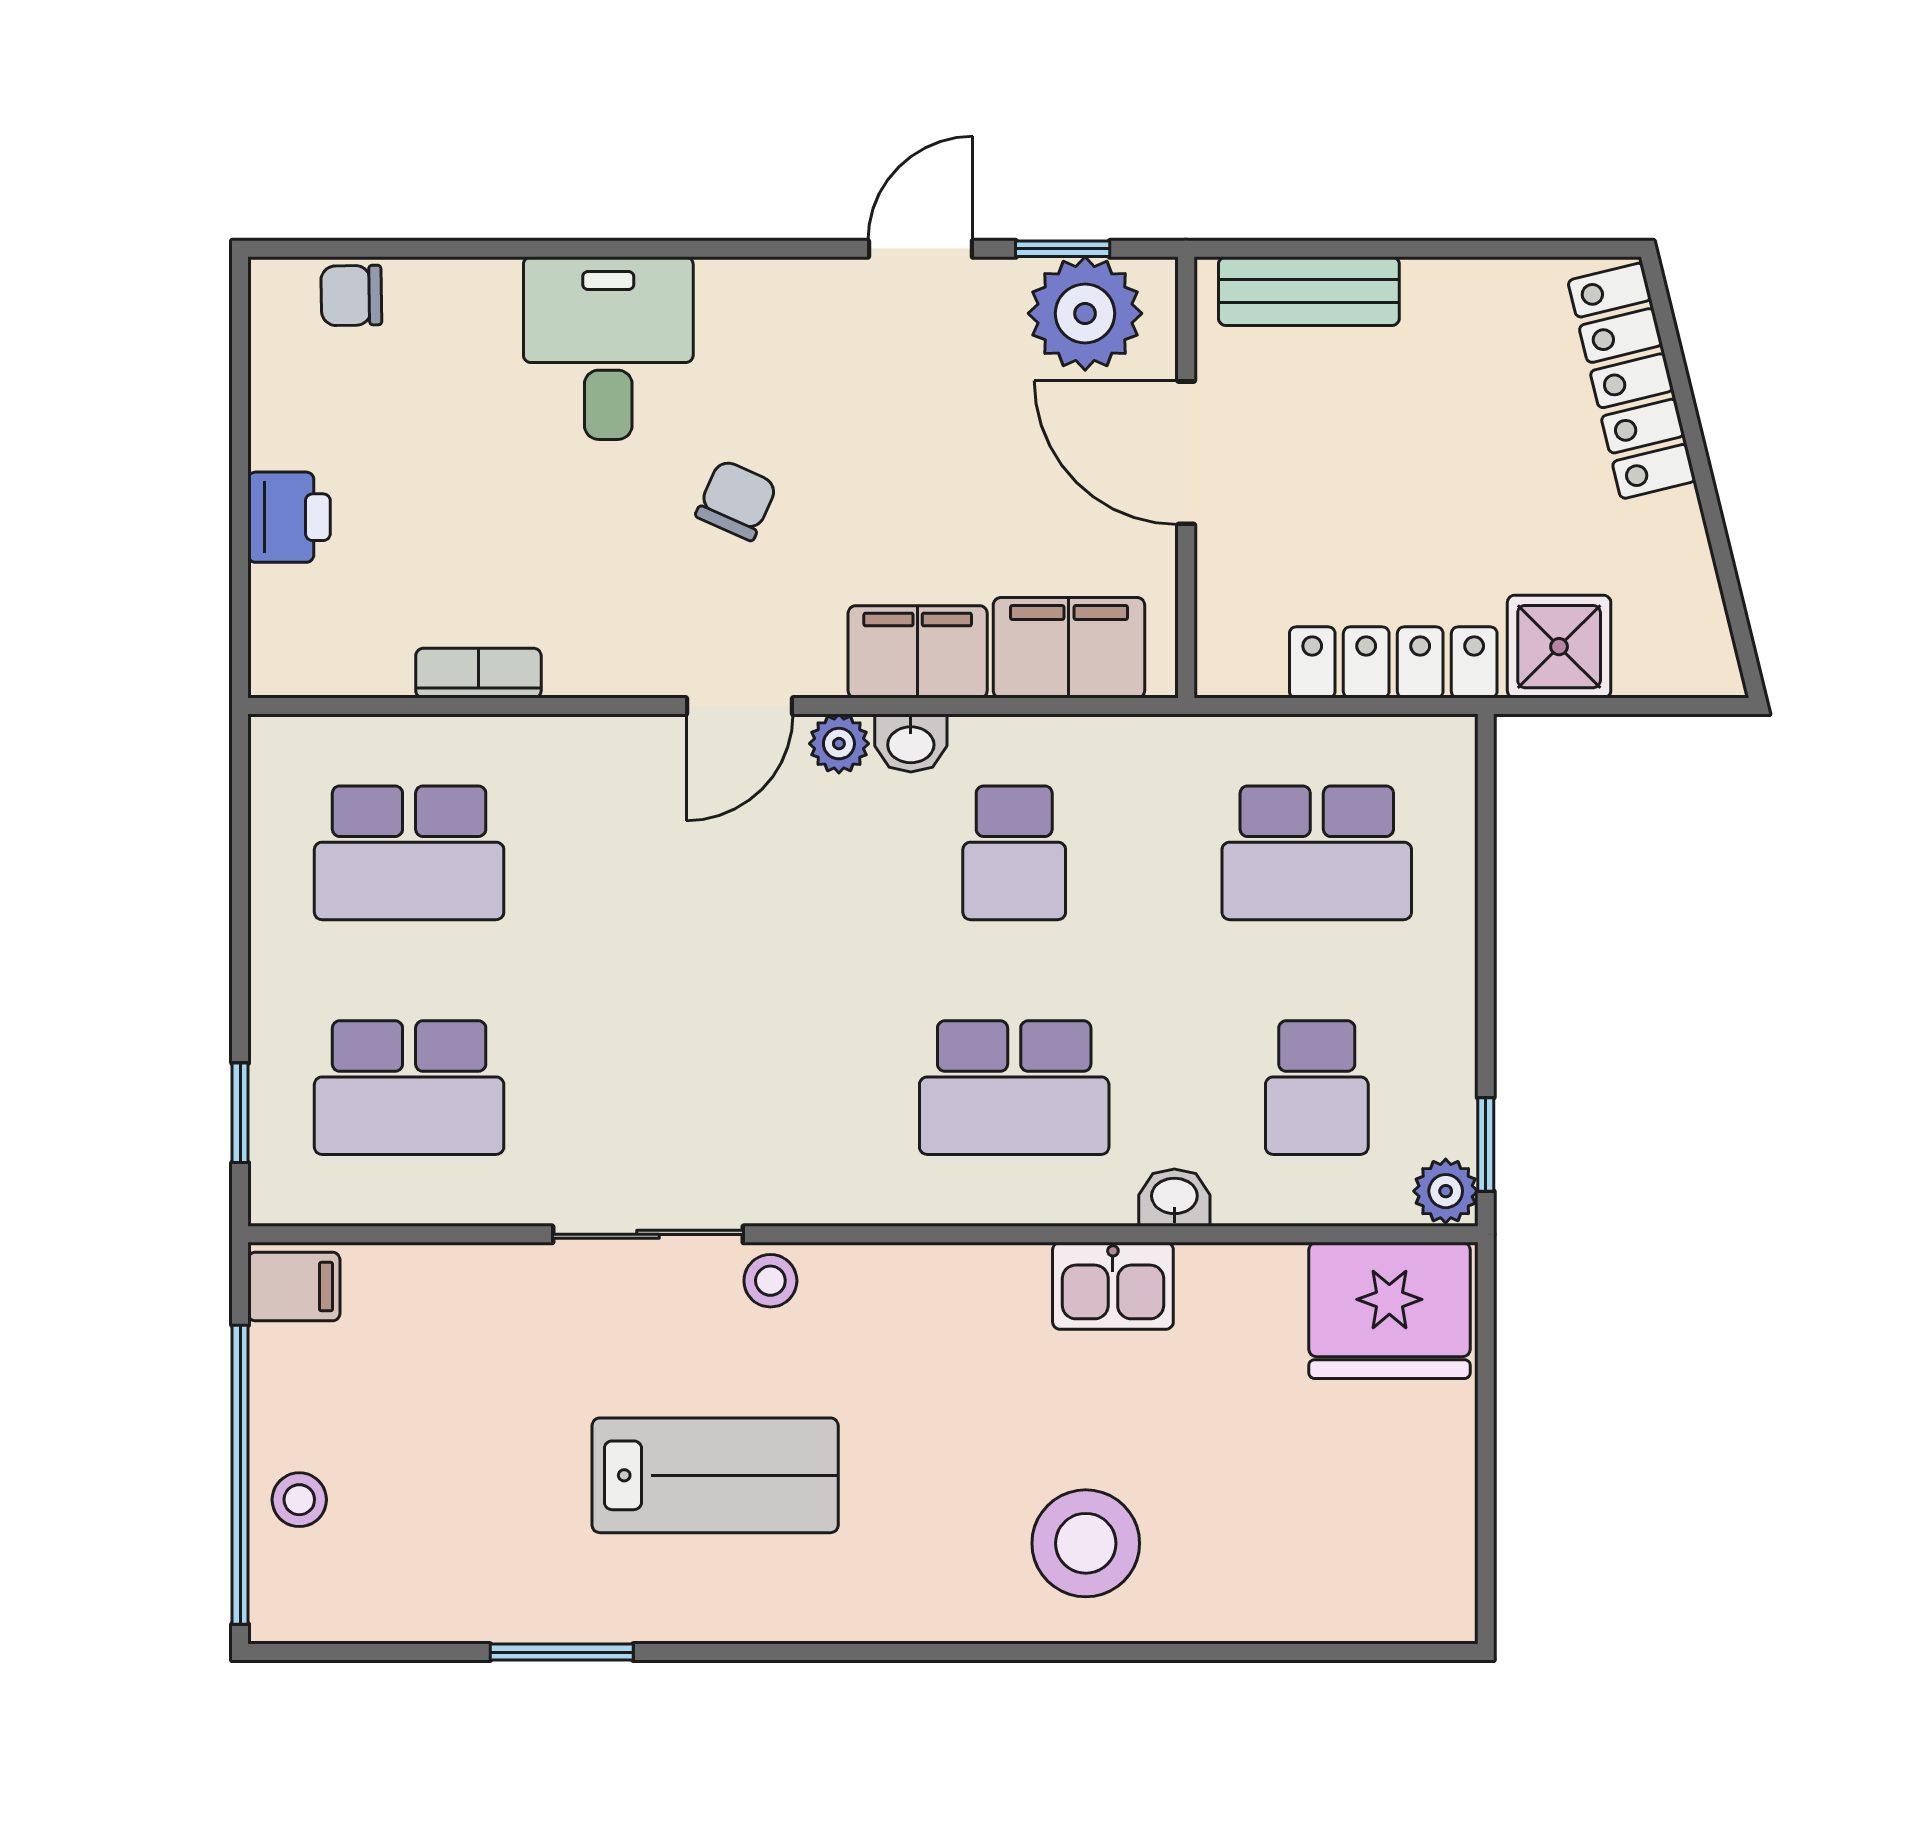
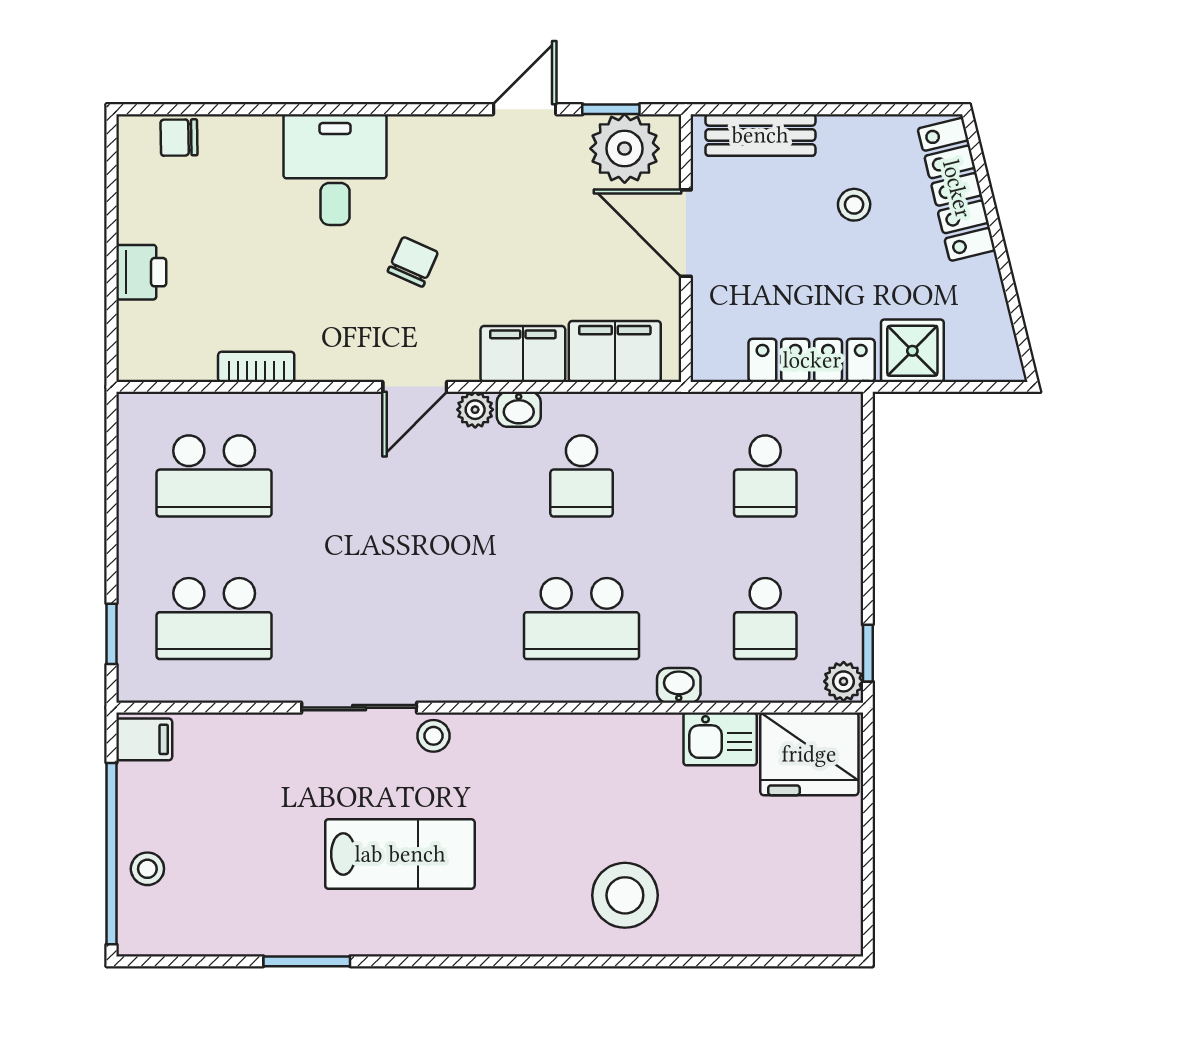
stool: (1463, 406) -> (854, 205), added
school desk: (1317, 853) -> (765, 476), width x0.54
kitchen sink: (1113, 1286) -> (720, 739), moved

